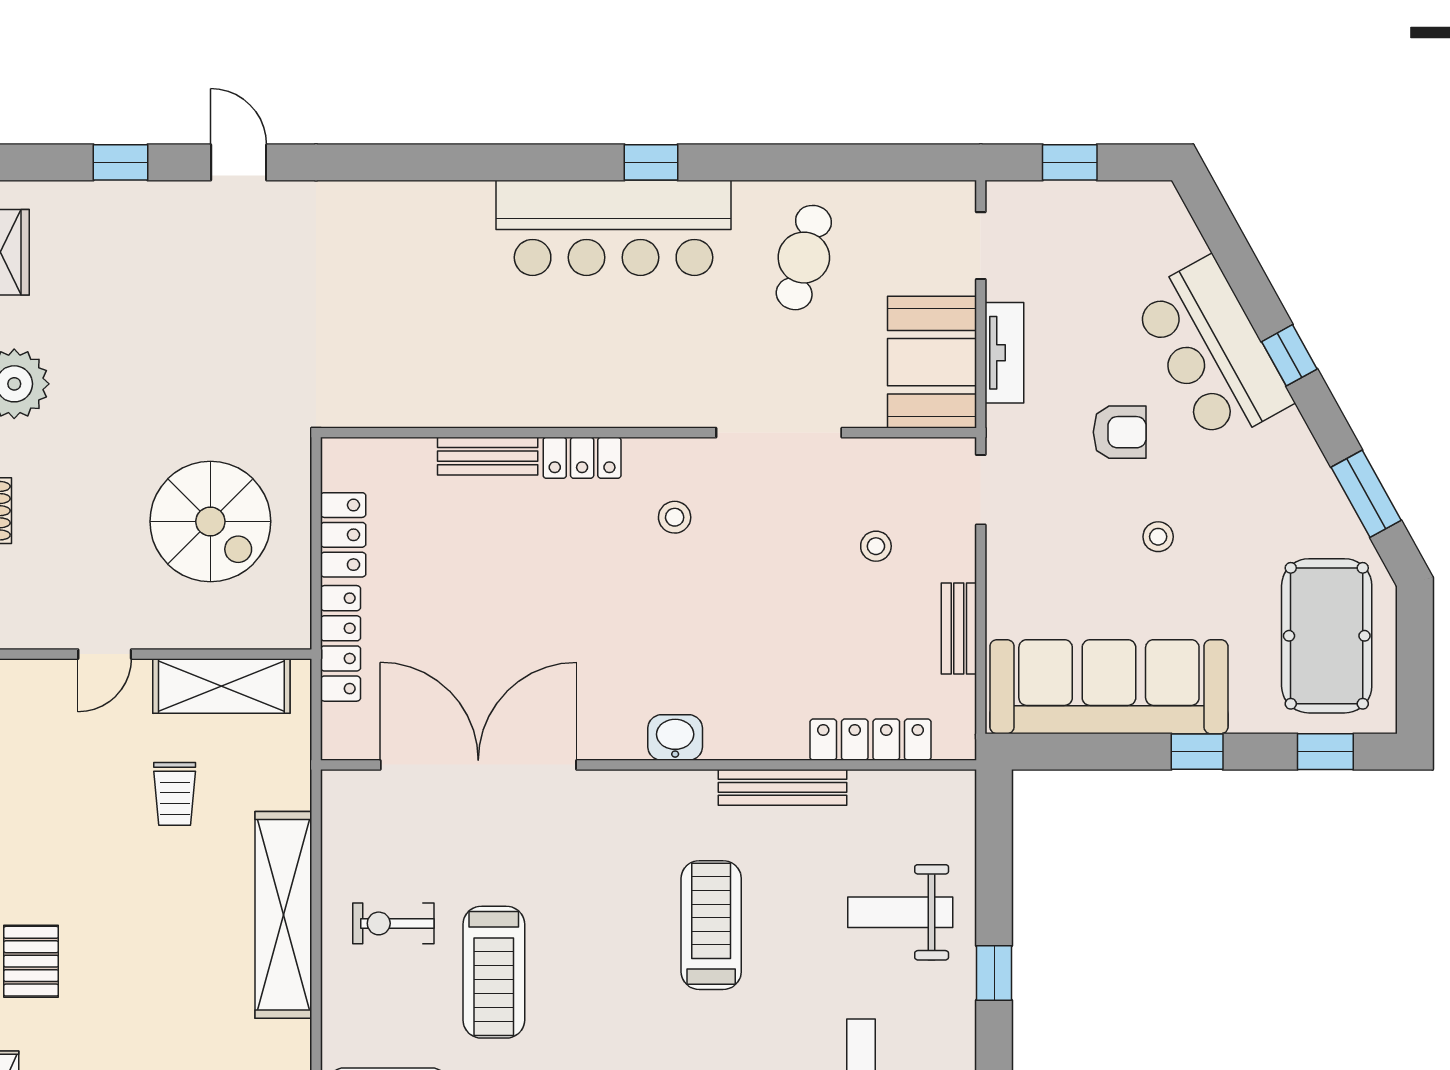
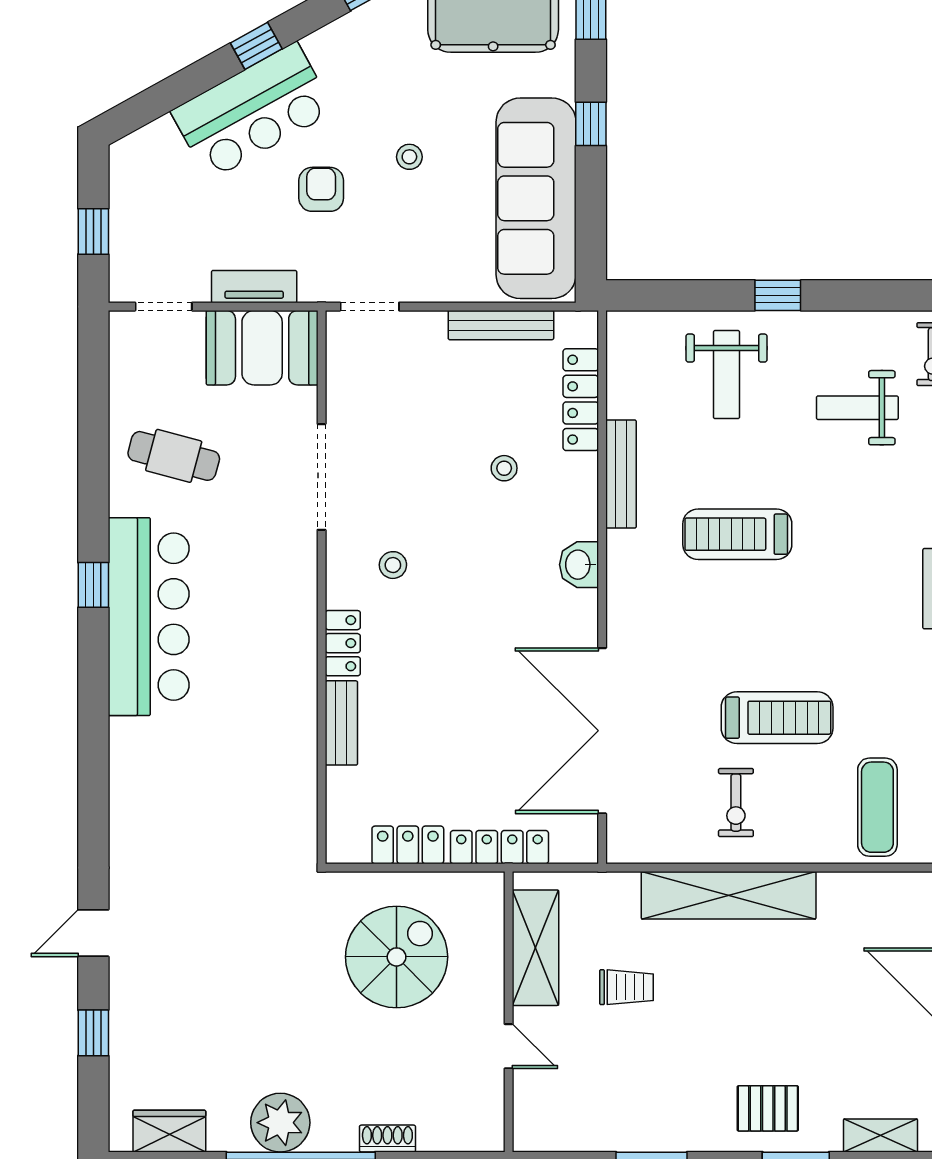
stool: (876, 546) -> (504, 468), moved
bench: (959, 628) -> (501, 325), width x1.36

